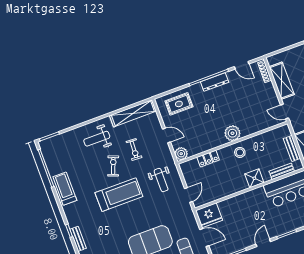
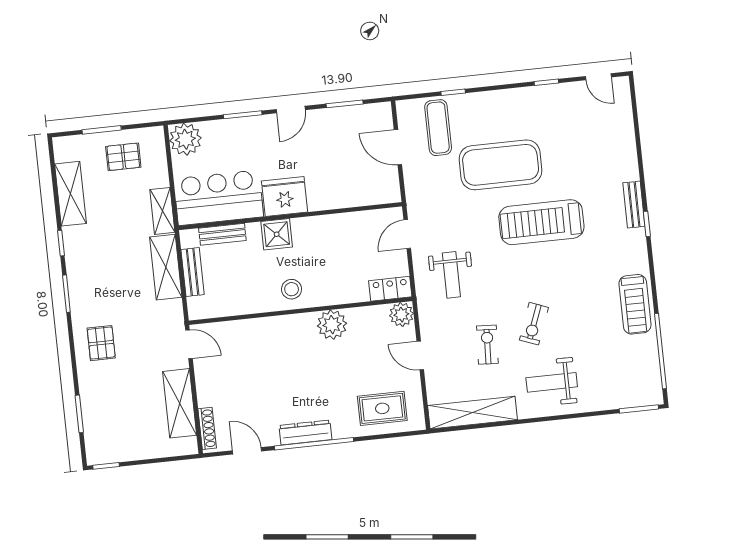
plant: (232, 133) -> (332, 325), moved
weight bench: (97, 139) -> (552, 382), turned 180
locker: (208, 159) -> (390, 289), moved
weight bench: (161, 180) -> (451, 275), turned 180
treadmill: (119, 195) -> (541, 222), moved
fridge: (209, 215) -> (285, 197), moved

